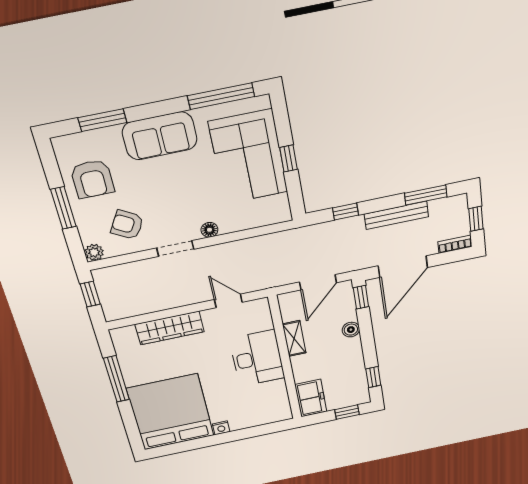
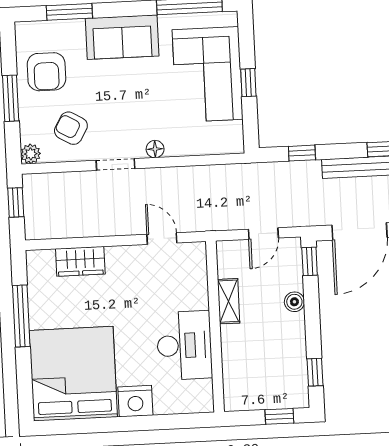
door: (318, 282) -> (263, 234), width x0.73
wardrobe: (170, 328) -> (80, 261), width x0.67
desk: (257, 358) -> (184, 345), moved
freezer: (311, 398) -> (238, 387), removed
nightstand: (221, 428) -> (135, 401), width x1.89, depth x1.79

